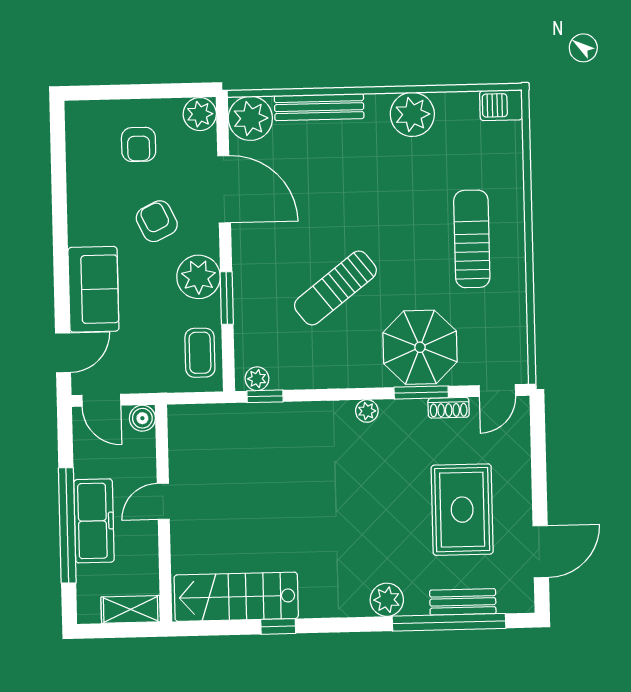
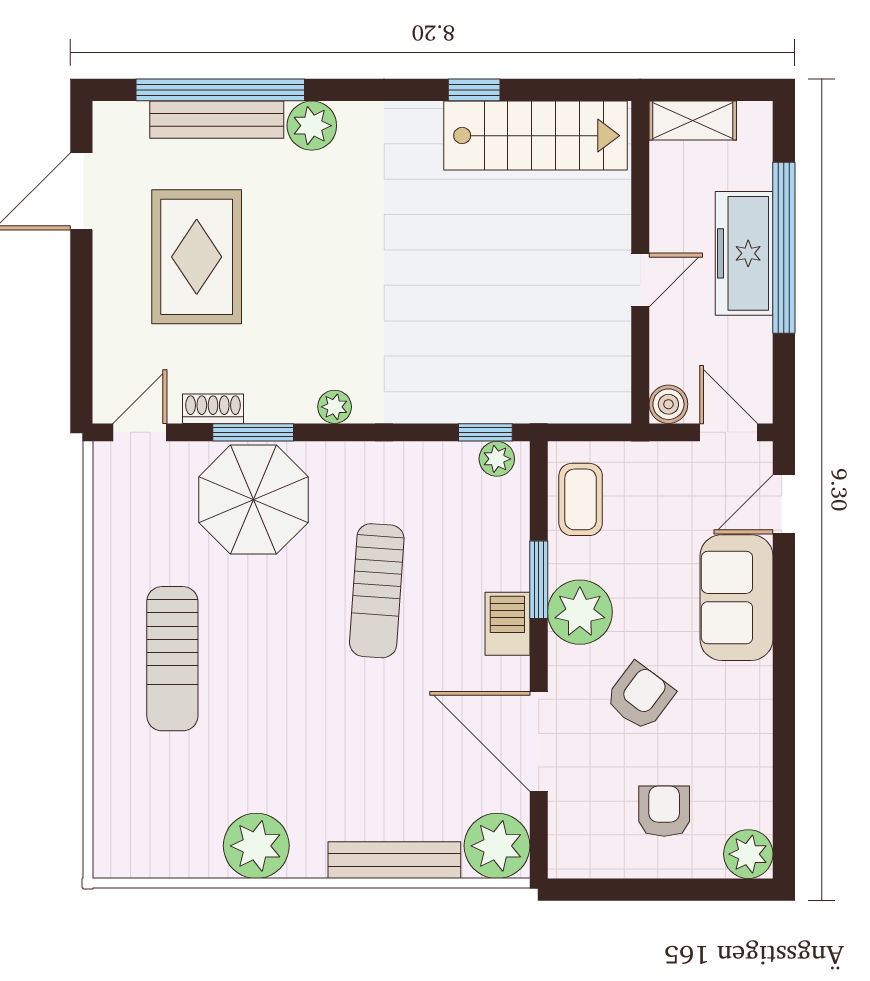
barbecue: (501, 105) -> (507, 624), moved, turned -90
plant: (200, 114) -> (748, 854), moved
armchair: (157, 221) -> (640, 696), turned -117
sun lounger: (335, 288) -> (377, 591), turned 132
bench: (463, 602) -> (217, 120), width x1.36

